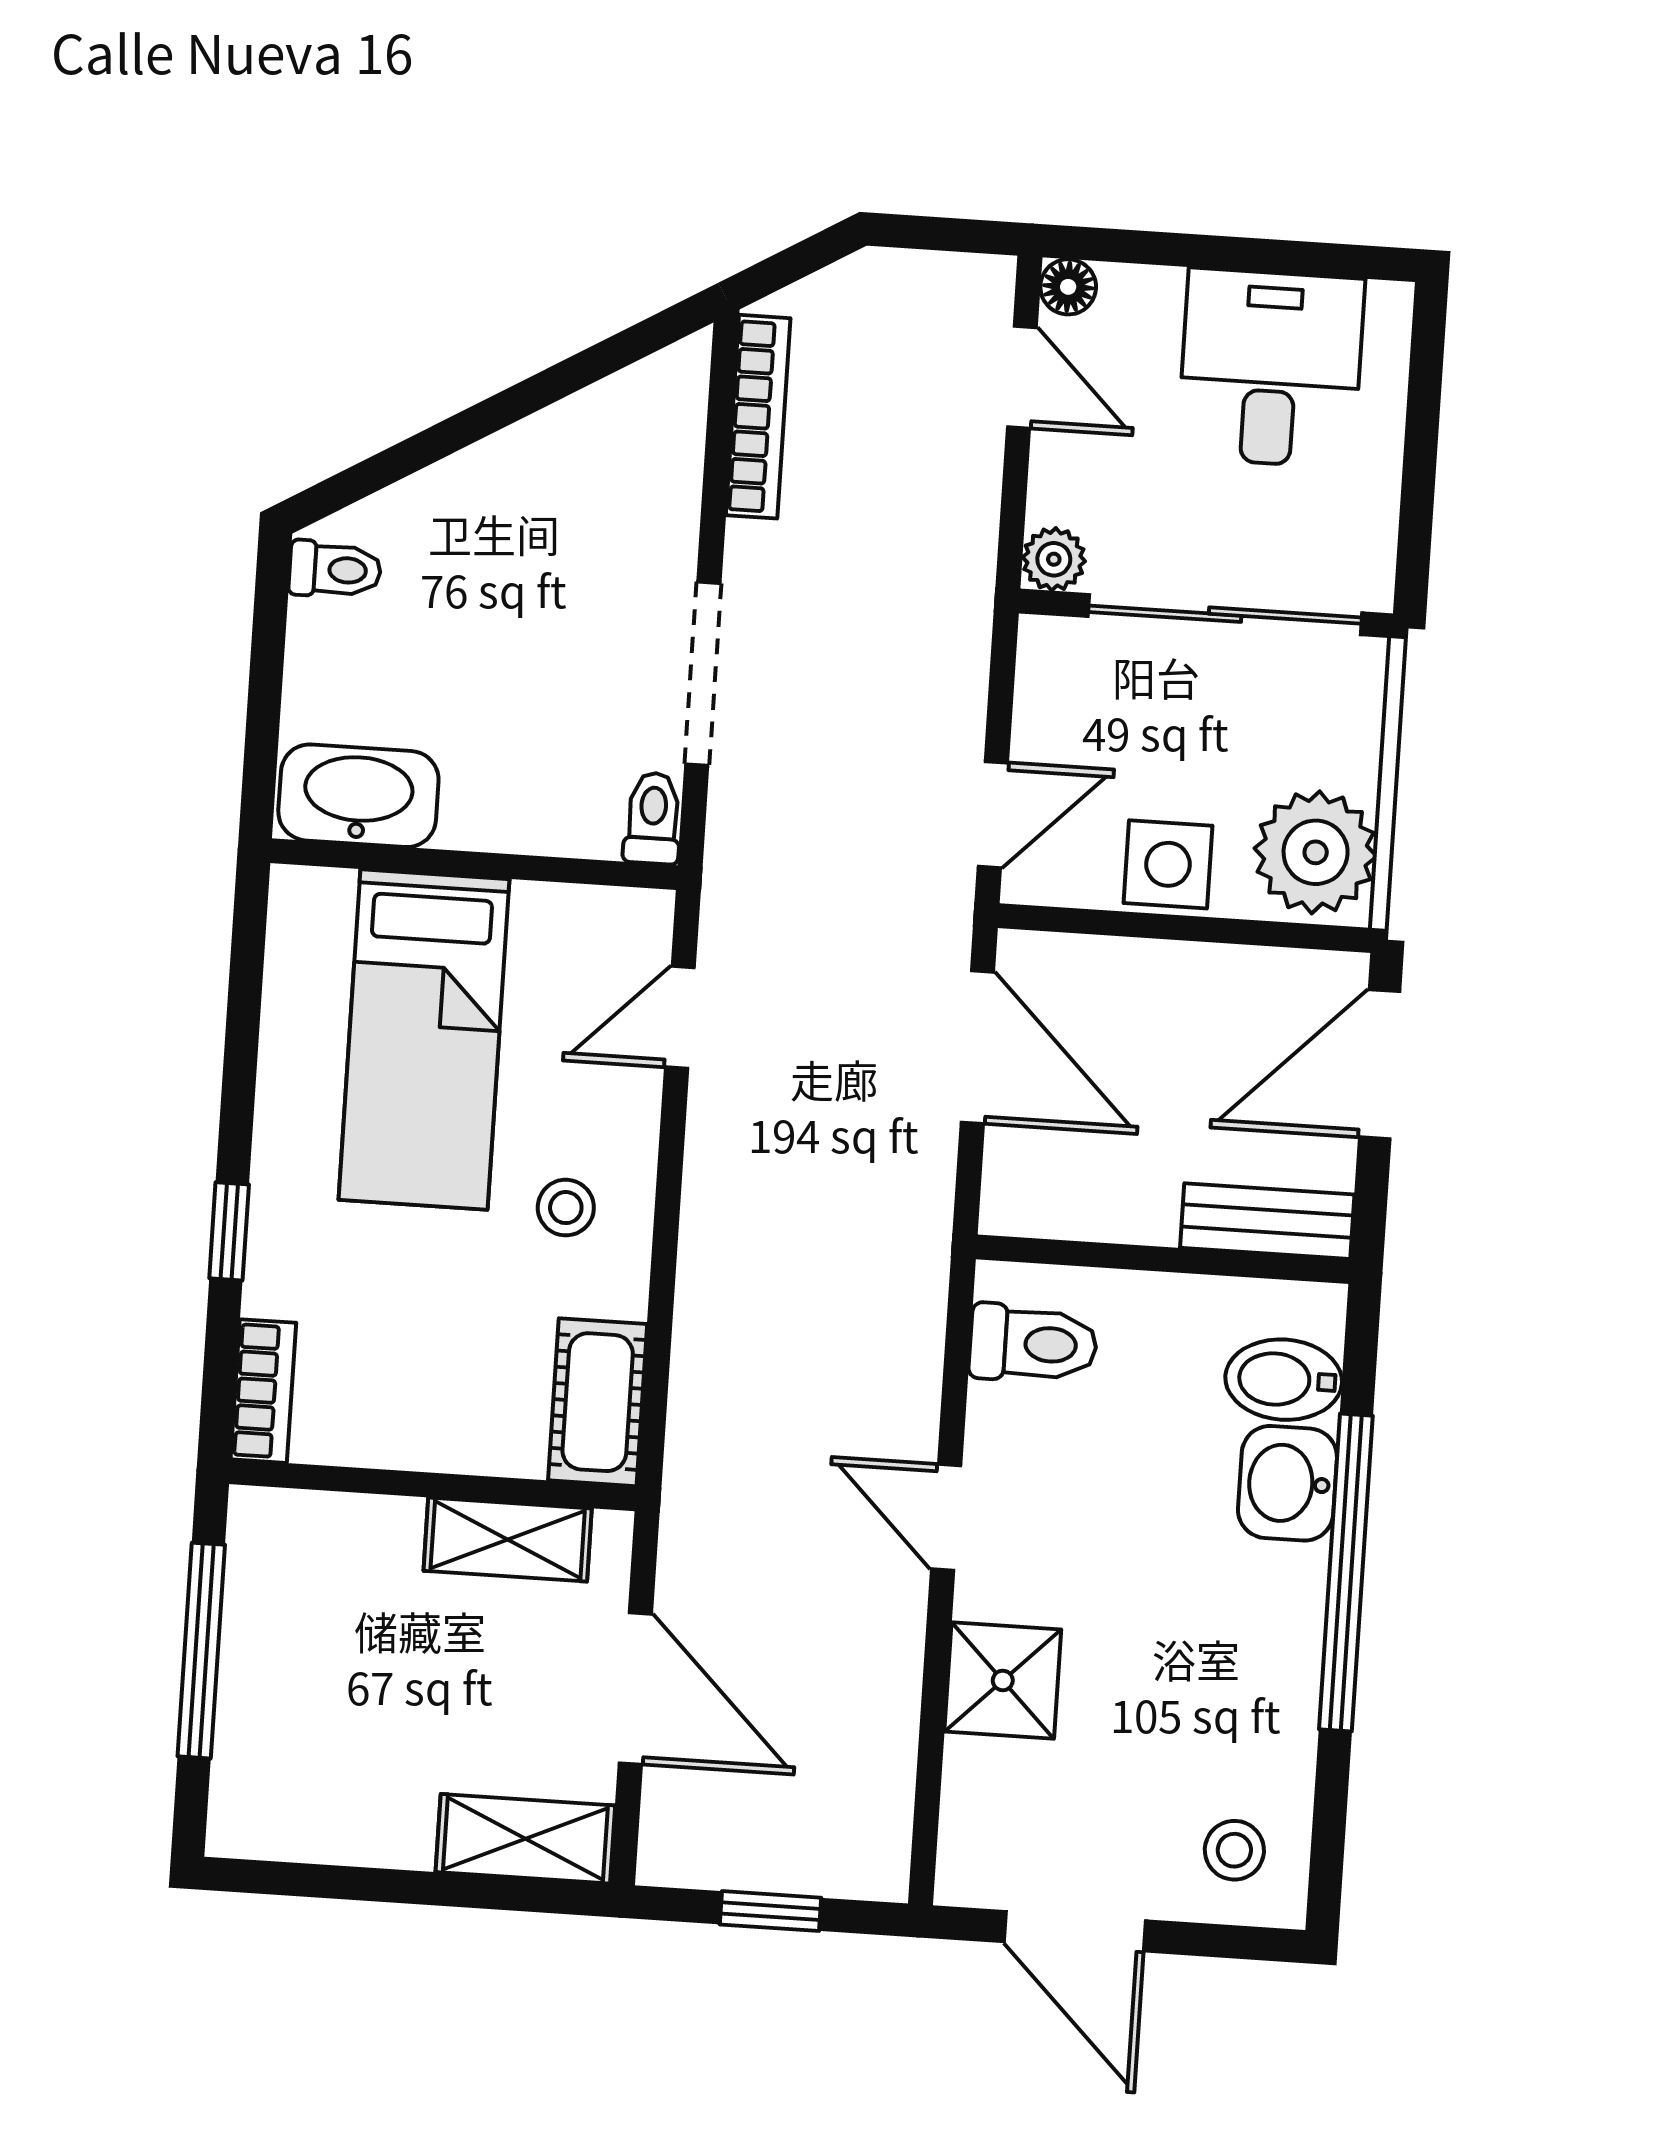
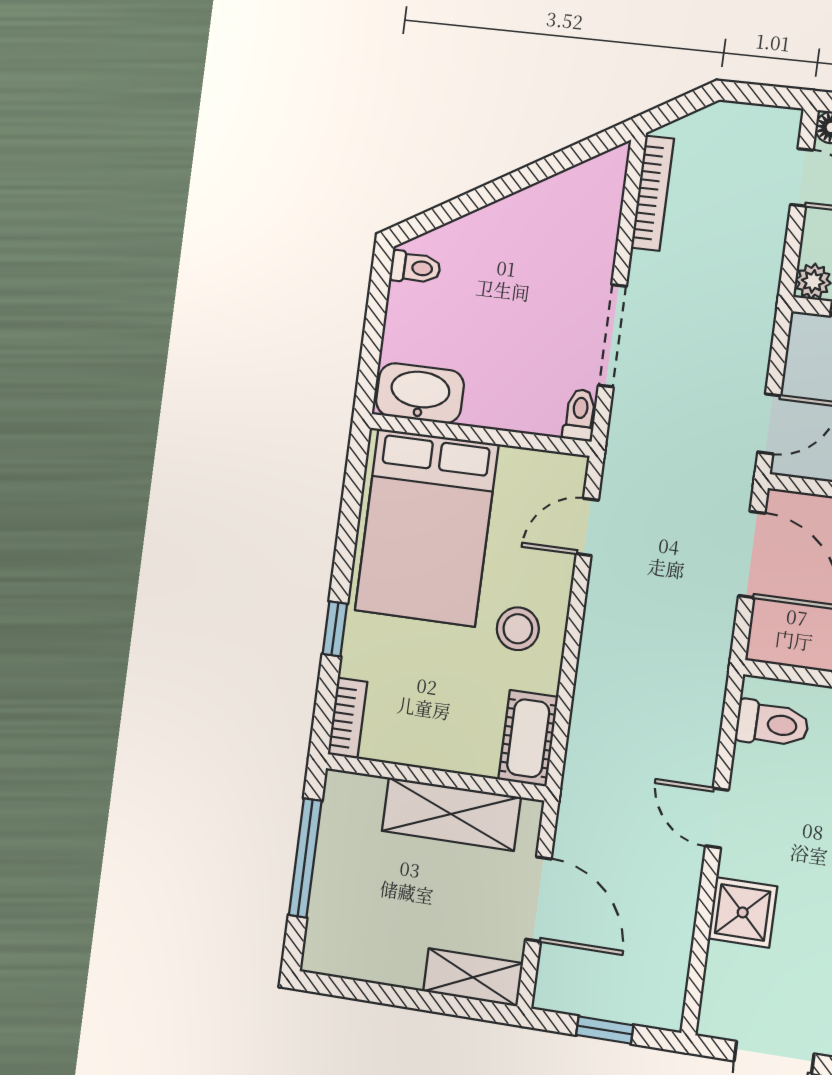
bed: (424, 1039) -> (427, 528), width x1.50
stool: (566, 1208) -> (518, 629), width x1.37, depth x1.37
shelving: (508, 1540) -> (451, 814), width x1.50, depth x1.33

